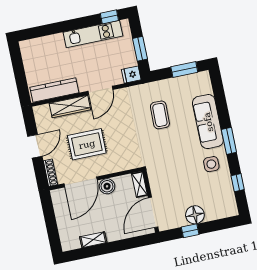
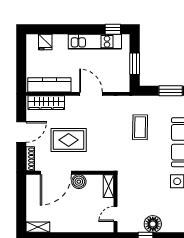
fridge: (131, 75) -> (45, 42), moved, turned -90
door: (100, 90) -> (91, 94), swing flipped
wardrobe: (70, 107) -> (46, 103), moved
door: (153, 212) -> (116, 214), width x0.53
shelving: (93, 240) -> (38, 227), moved

